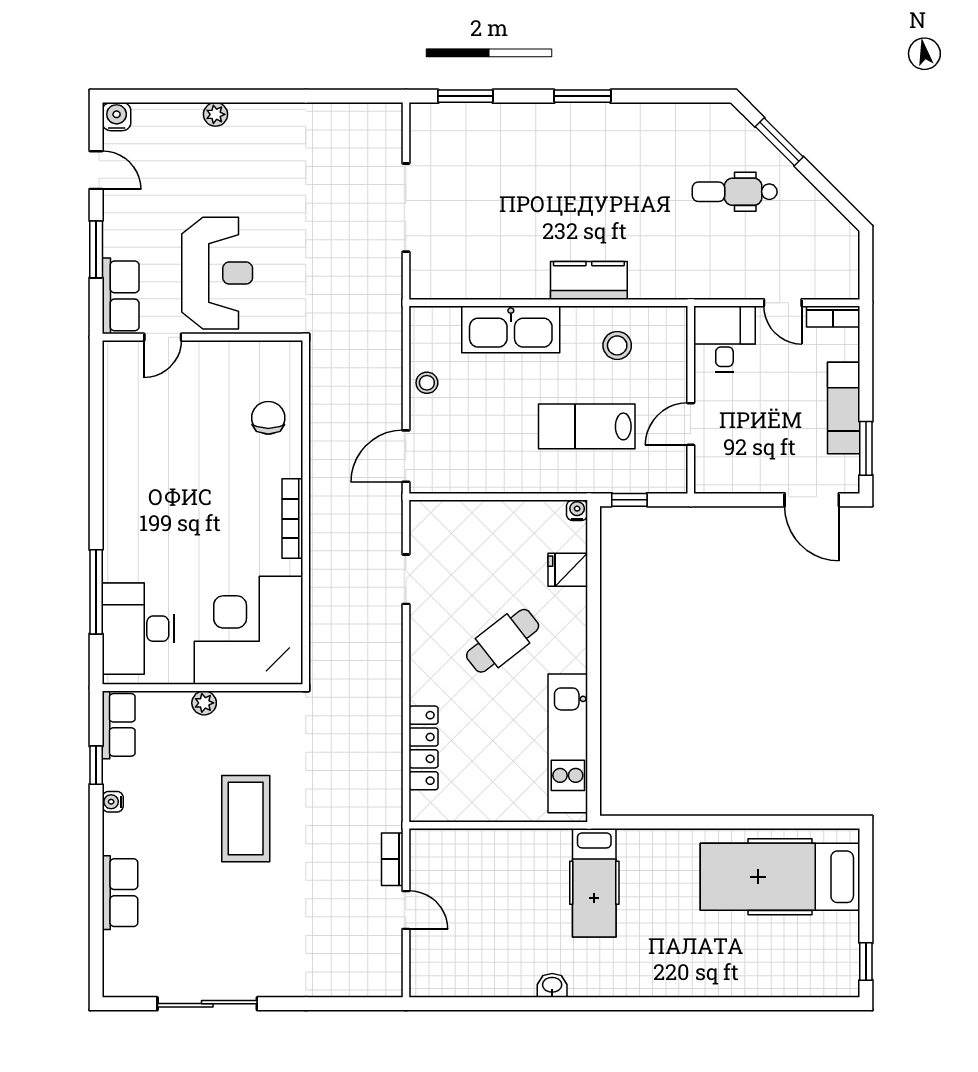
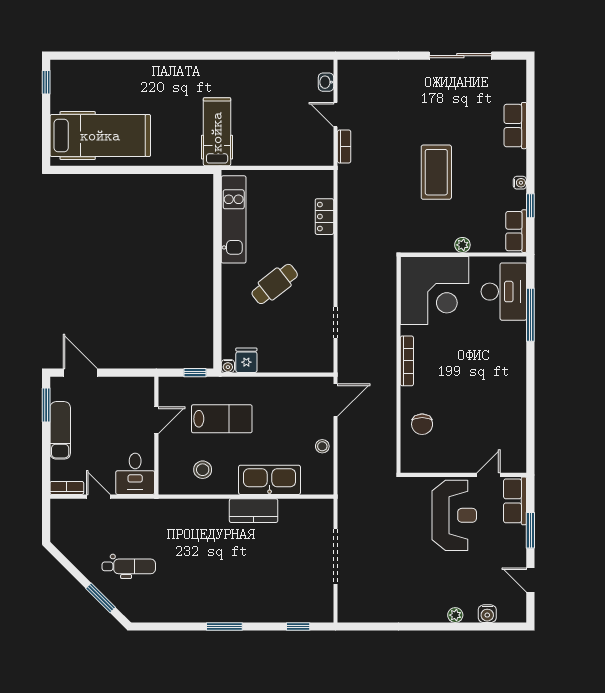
window: (465, 96) -> (298, 627), width x0.67
water cooler: (117, 117) -> (487, 614), moved
reception desk: (217, 273) -> (454, 515), turned 180
kitchen counter: (589, 280) -> (254, 511), moved
fridge: (568, 570) -> (246, 360), moved, turned -90
locker: (424, 748) -> (324, 217), width x0.66
washbasin: (552, 985) -> (326, 82), moved, turned 90

